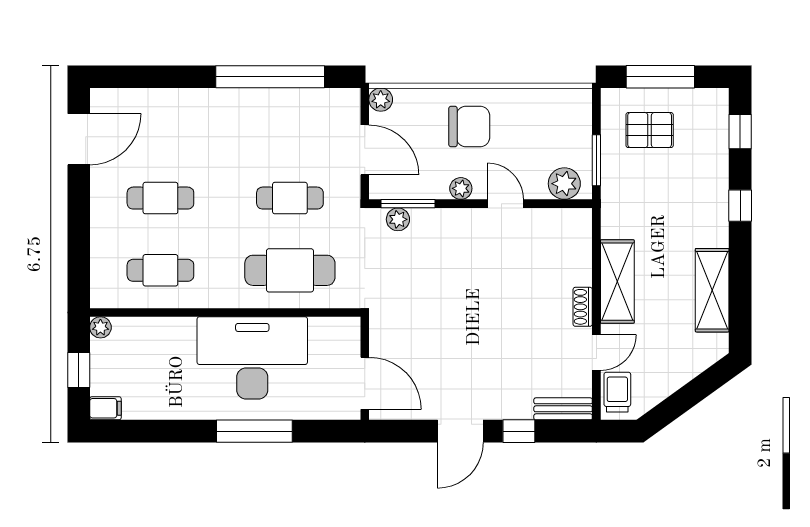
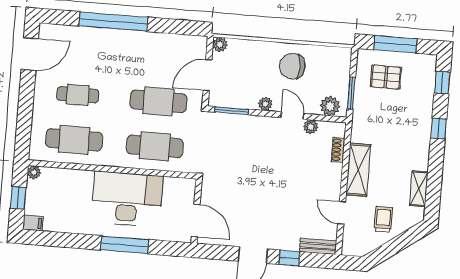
window: (270, 77) -> (113, 22), moved
chair: (469, 126) -> (292, 66), moved, turned 180
door: (365, 150) -> (207, 75), swing flipped
cafe table: (290, 198) -> (158, 101), width x1.37, depth x1.35
plant: (398, 219) -> (311, 127), moved
cafe table: (160, 270) -> (74, 140), width x1.37, depth x1.35
shelving: (712, 290) -> (419, 189), width x0.67, depth x0.75
shoe rack: (583, 307) -> (338, 150), moved
door: (596, 352) -> (342, 213), swing flipped
trolley: (617, 392) -> (383, 219), moved

